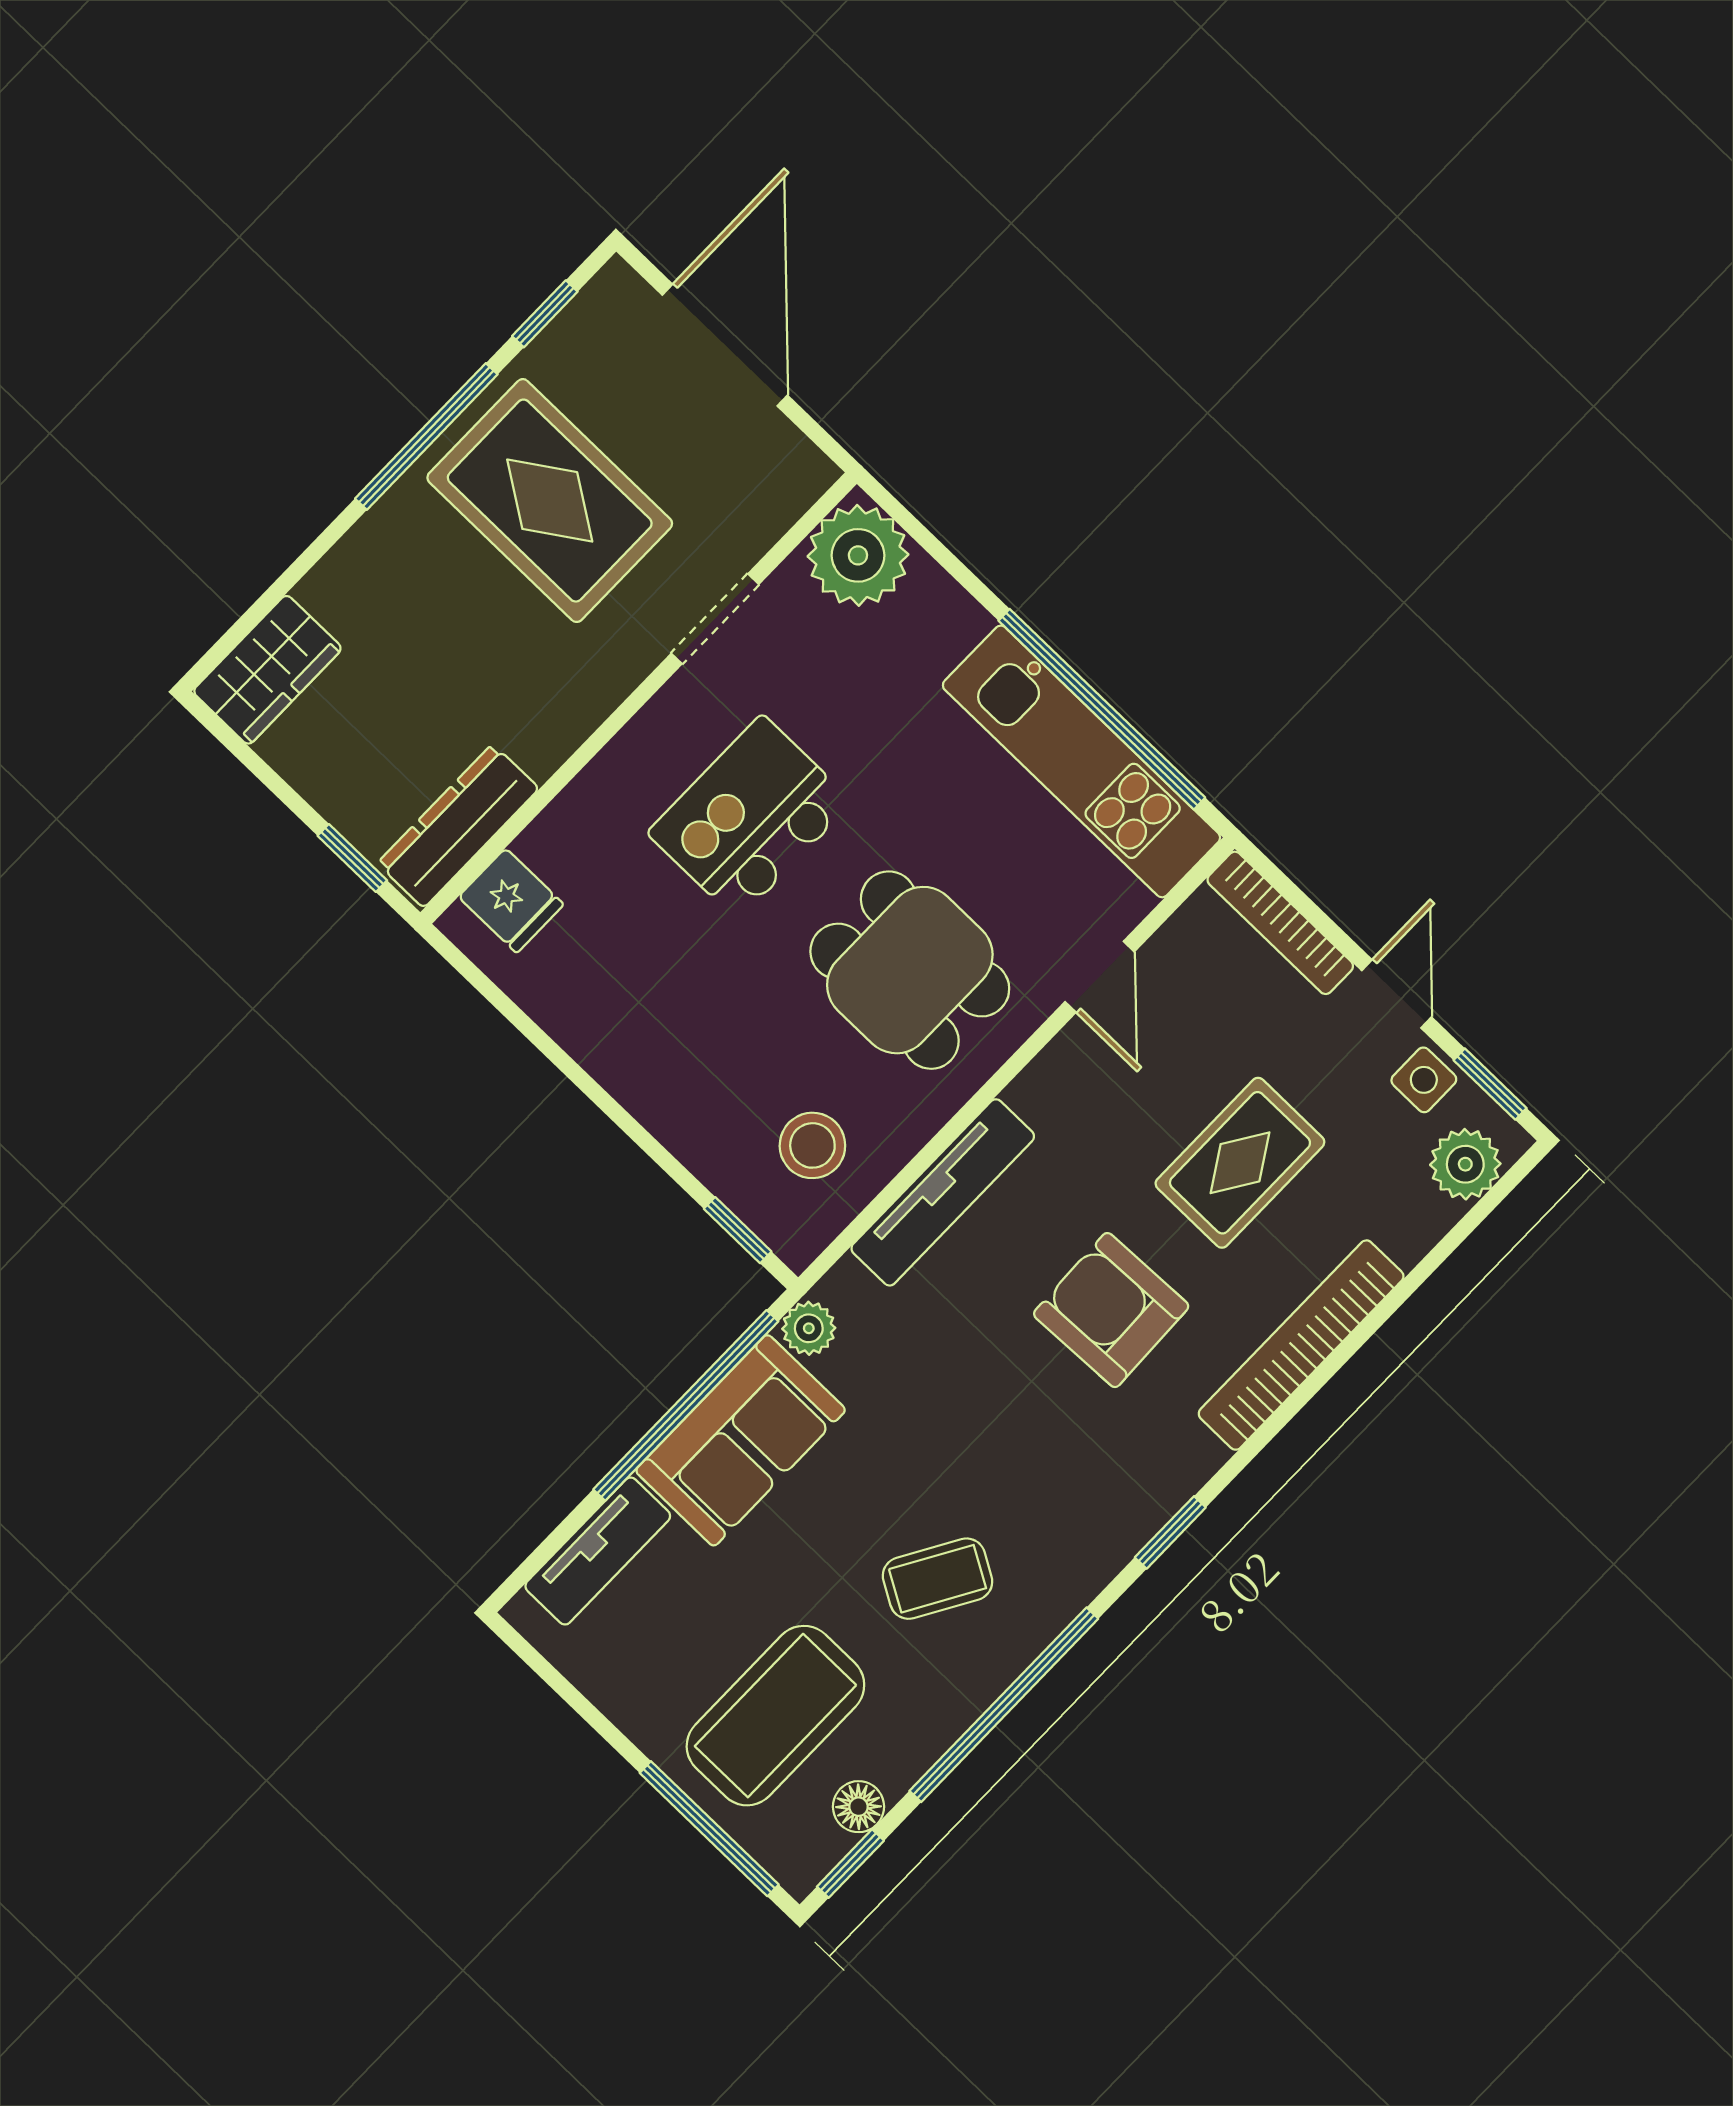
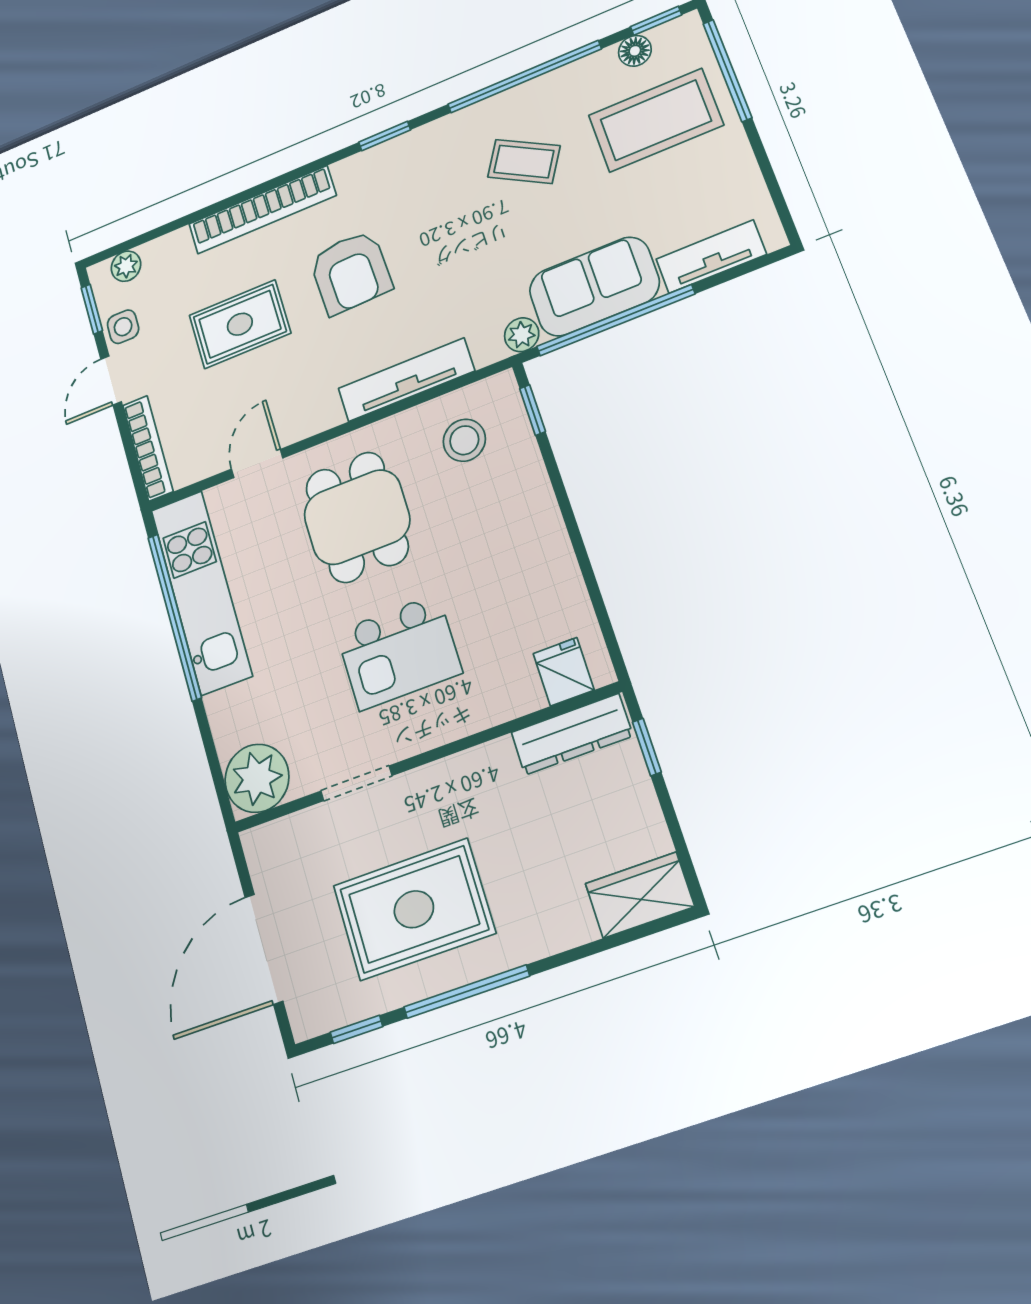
rug: (550, 501) -> (414, 909), turned 90
plant: (1465, 1164) -> (126, 266), width x0.73, depth x0.73

